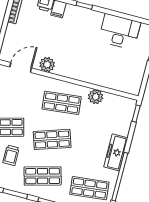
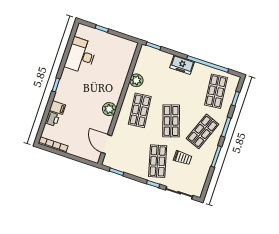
plant: (47, 65) -> (109, 109), moved
freezer: (116, 152) -> (182, 65), width x0.71
shop shelf: (43, 176) -> (203, 131), turned 36

